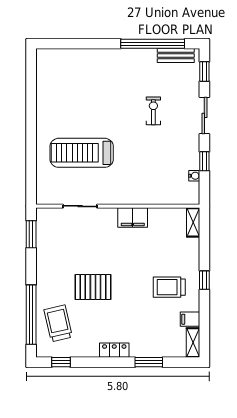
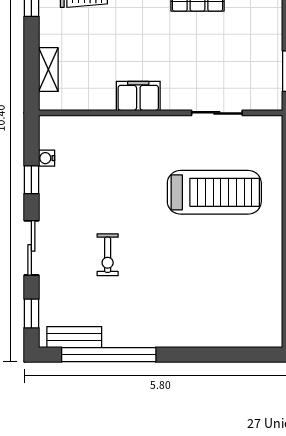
shelving: (193, 222) -> (48, 70), moved

